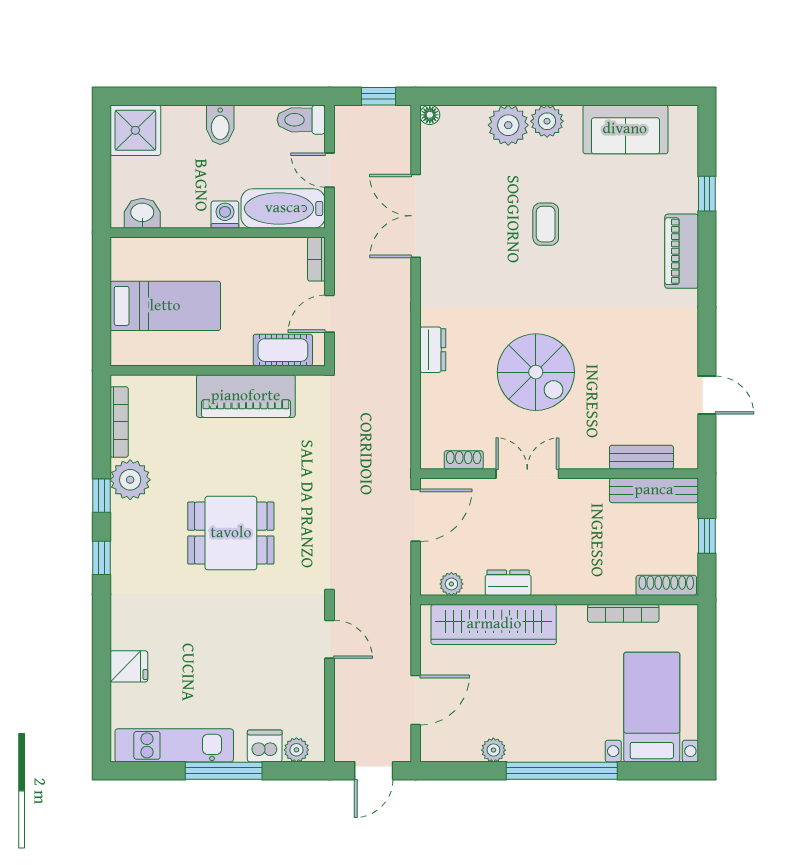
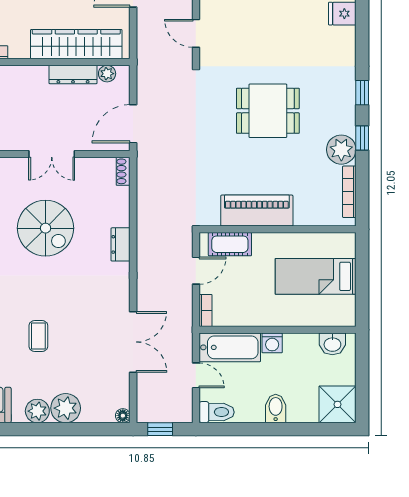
spiral stairs: (536, 372) -> (46, 228), turned 180
shoe rack: (464, 460) -> (123, 171), moved, turned 90
dresser: (508, 583) -> (73, 74), width x1.44

